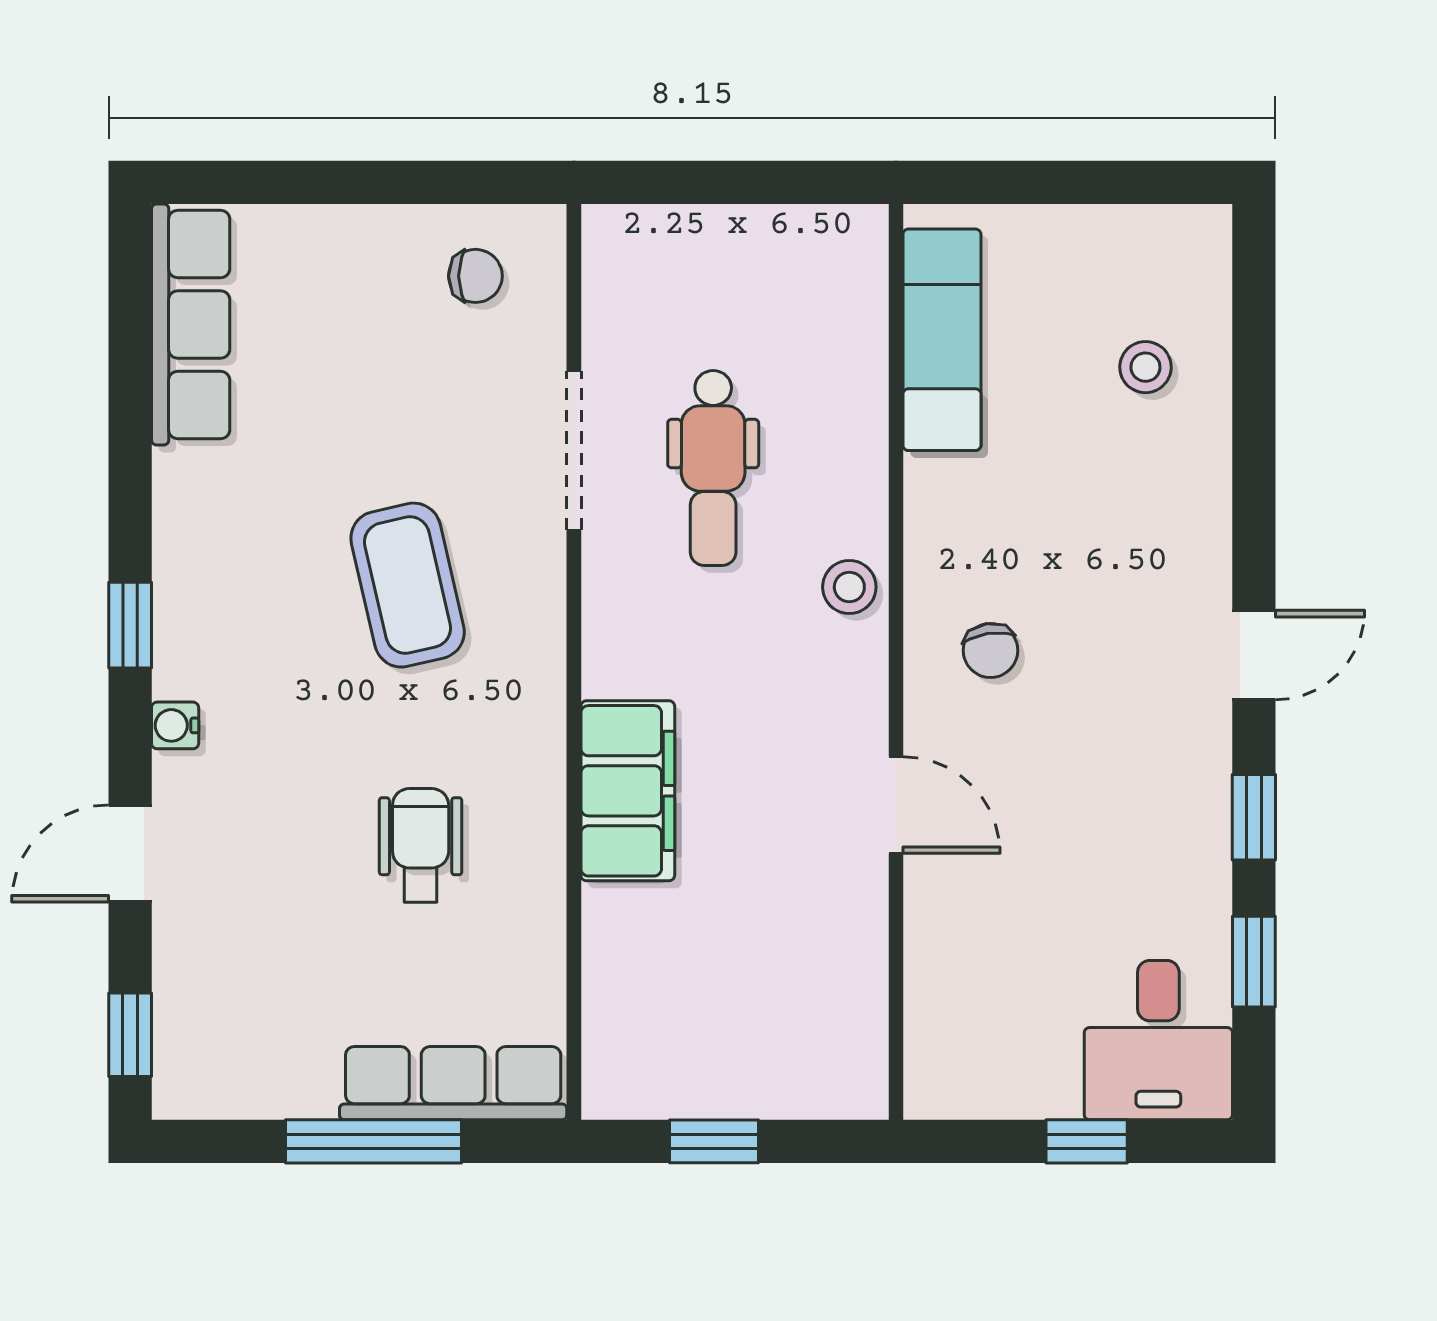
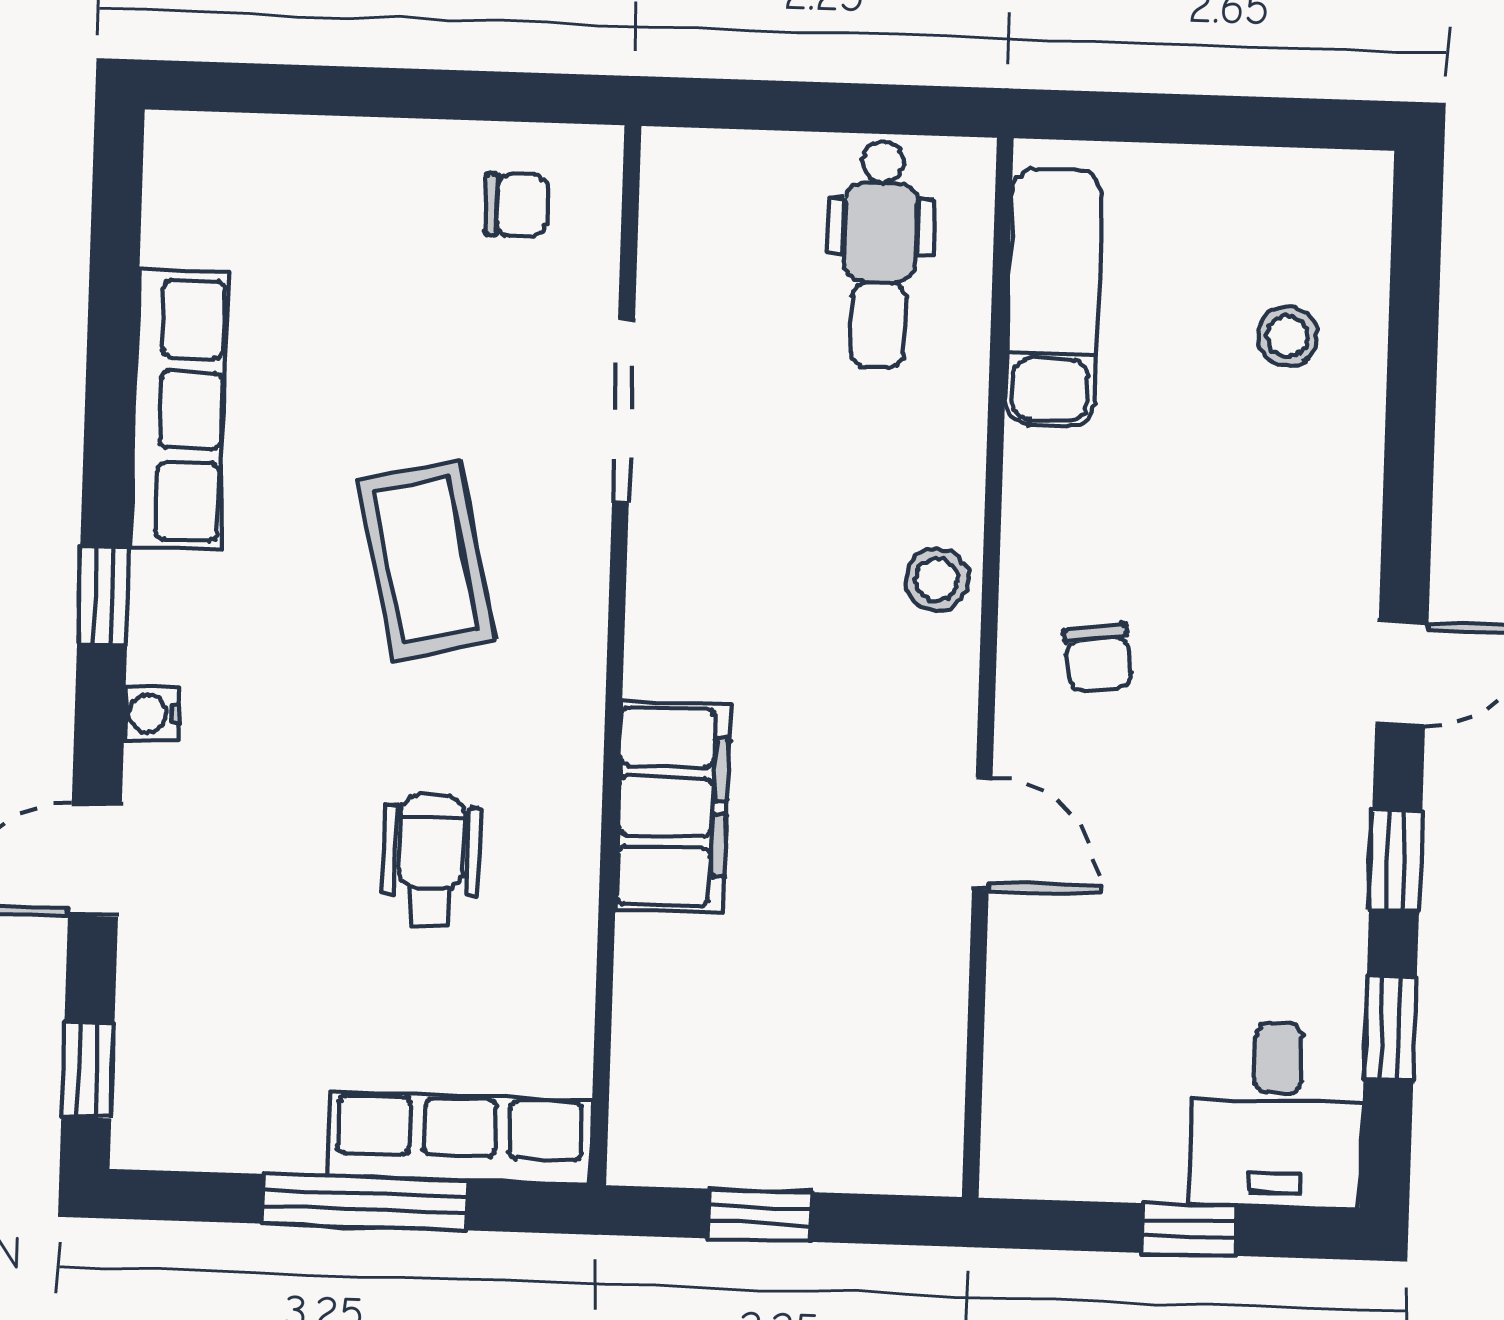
row of seats: (191, 324) -> (180, 410), moved
dental chair: (713, 468) -> (880, 255), moved

